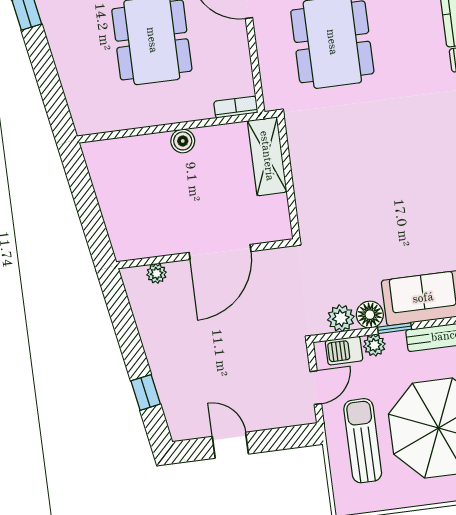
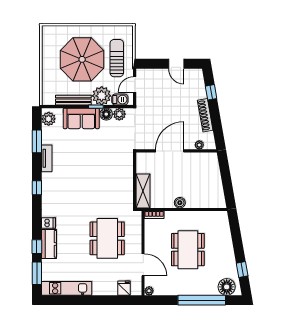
shoe rack: (152, 341) -> (205, 115), added
plant: (374, 345) -> (102, 96), width x1.88, depth x1.88
sun lounger: (363, 441) -> (117, 58), turned 180

